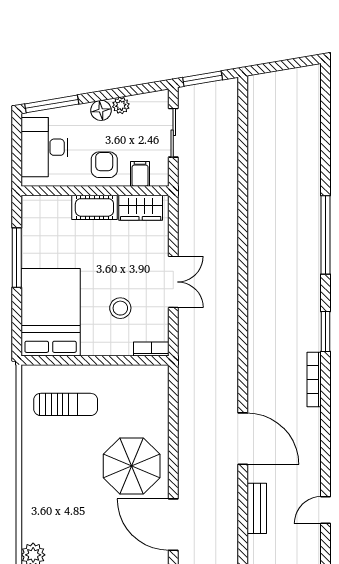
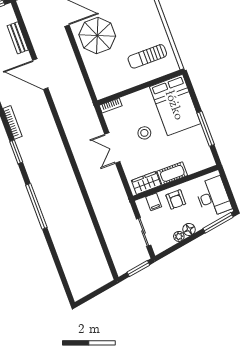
stool: (120, 308) -> (144, 133), moved

